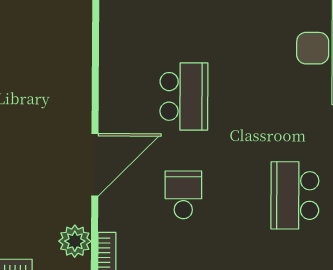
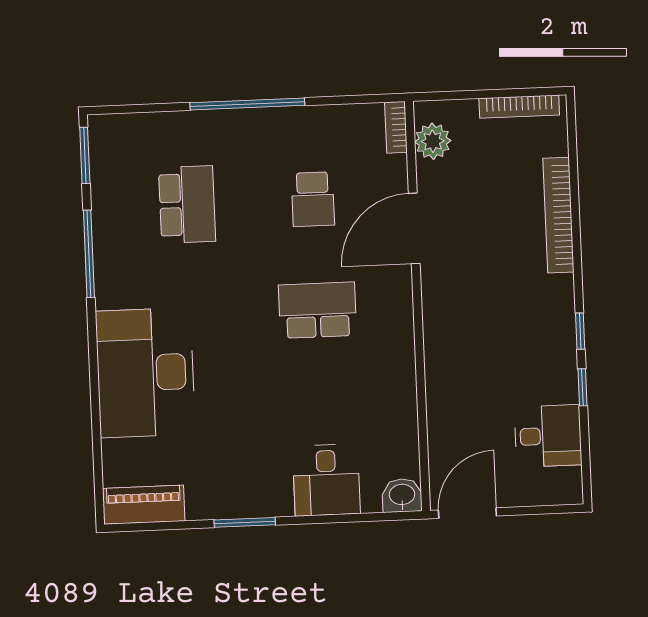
school desk: (184, 96) -> (317, 310), turned 90

